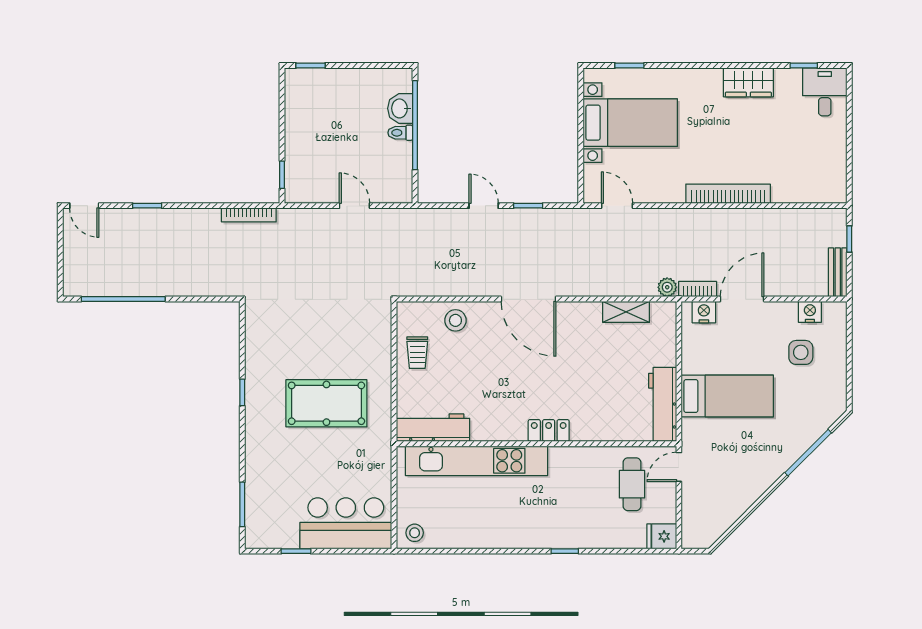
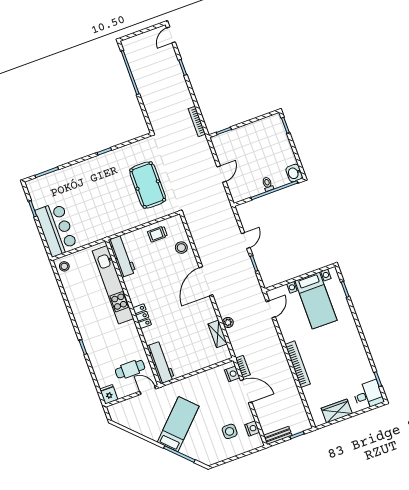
wardrobe: (748, 82) -> (337, 411), moved, turned 90
washbasin: (400, 108) -> (294, 173), moved, turned -90
plant: (667, 287) -> (228, 322), moved
bed: (727, 396) -> (178, 424), moved, turned -135
pool table: (326, 403) -> (148, 185), moved
workbench: (663, 404) -> (161, 362), moved, turned 90

